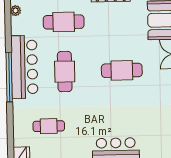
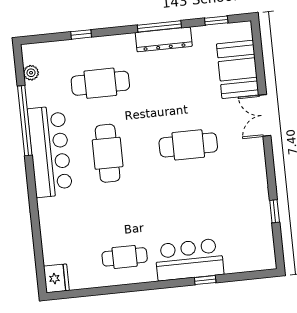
window: (9, 77) -> (25, 121), moved
cafe table: (49, 126) -> (125, 257), moved

